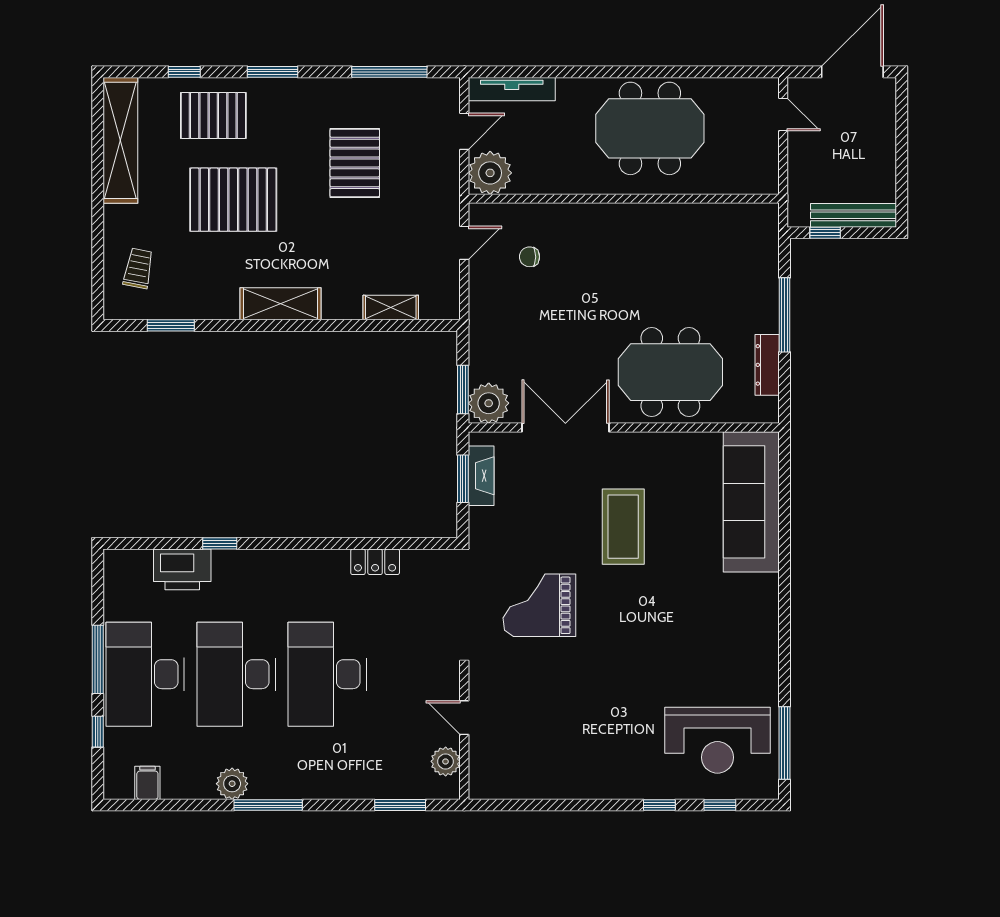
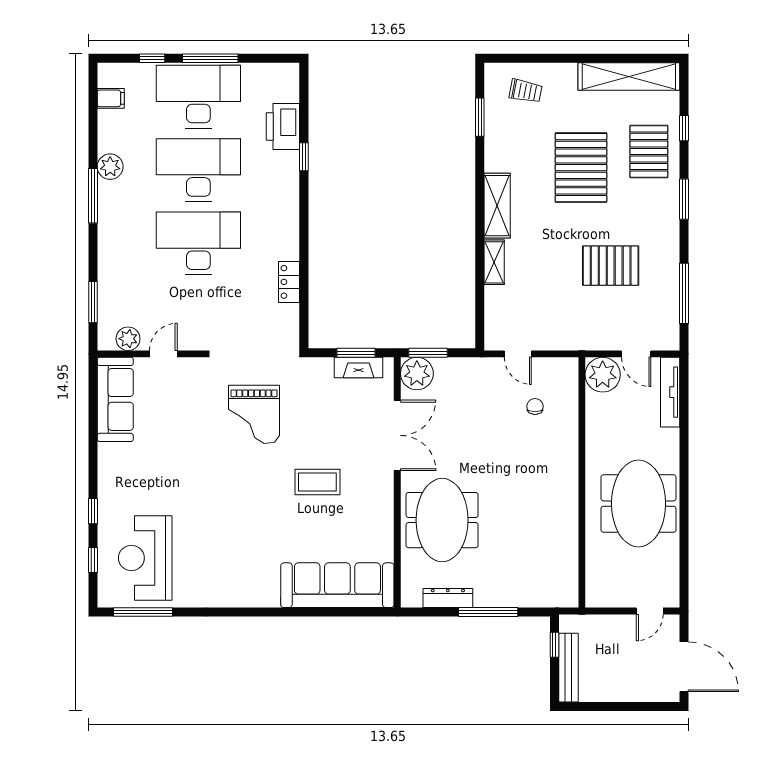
door: (464, 243) -> (518, 354), moved
shelving: (391, 307) -> (494, 262), moved
coffee table: (623, 527) -> (317, 482), width x0.73, depth x0.76
grand piano: (539, 605) -> (254, 414), turned 180
sofa: (521, 777) -> (115, 399), added

